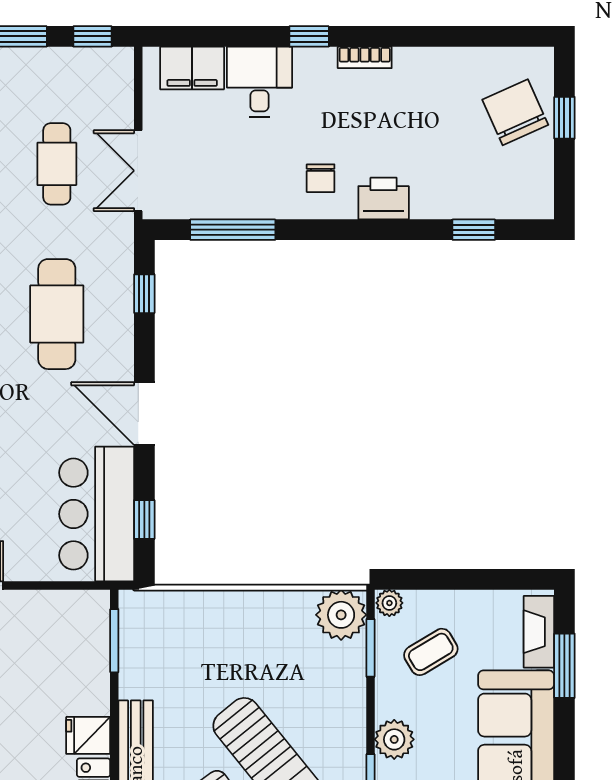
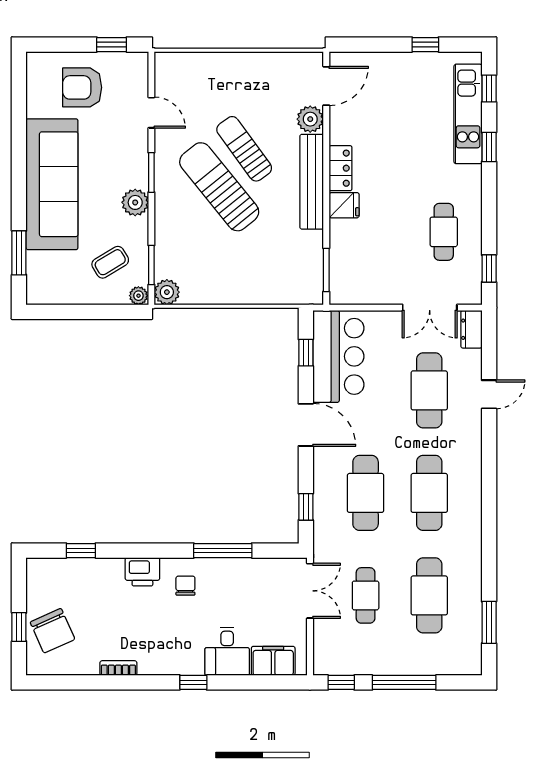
bookcase: (365, 57) -> (118, 668), moved
window: (233, 230) -> (223, 551), moved
plant: (341, 615) -> (167, 292), width x0.73, depth x0.73
fireplace: (539, 632) -> (36, 276), removed

